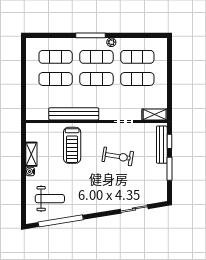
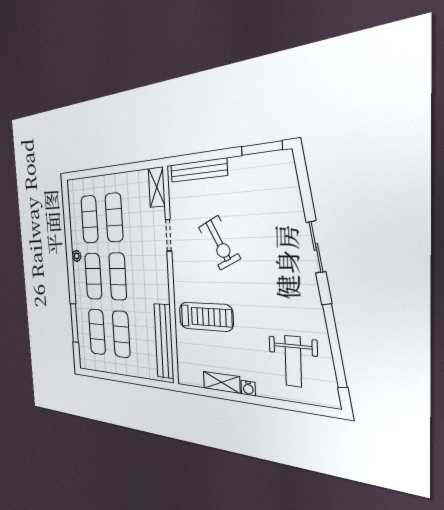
window: (91, 35) -> (74, 323), moved
bench: (74, 114) -> (164, 341), moved
window: (169, 141) -> (193, 158), removed
exercise bike: (118, 156) -> (219, 243), turned 144
window: (169, 169) -> (262, 148), moved
weight bench: (50, 199) -> (293, 361), turned 180
sliding door: (134, 209) -> (316, 247), moved

